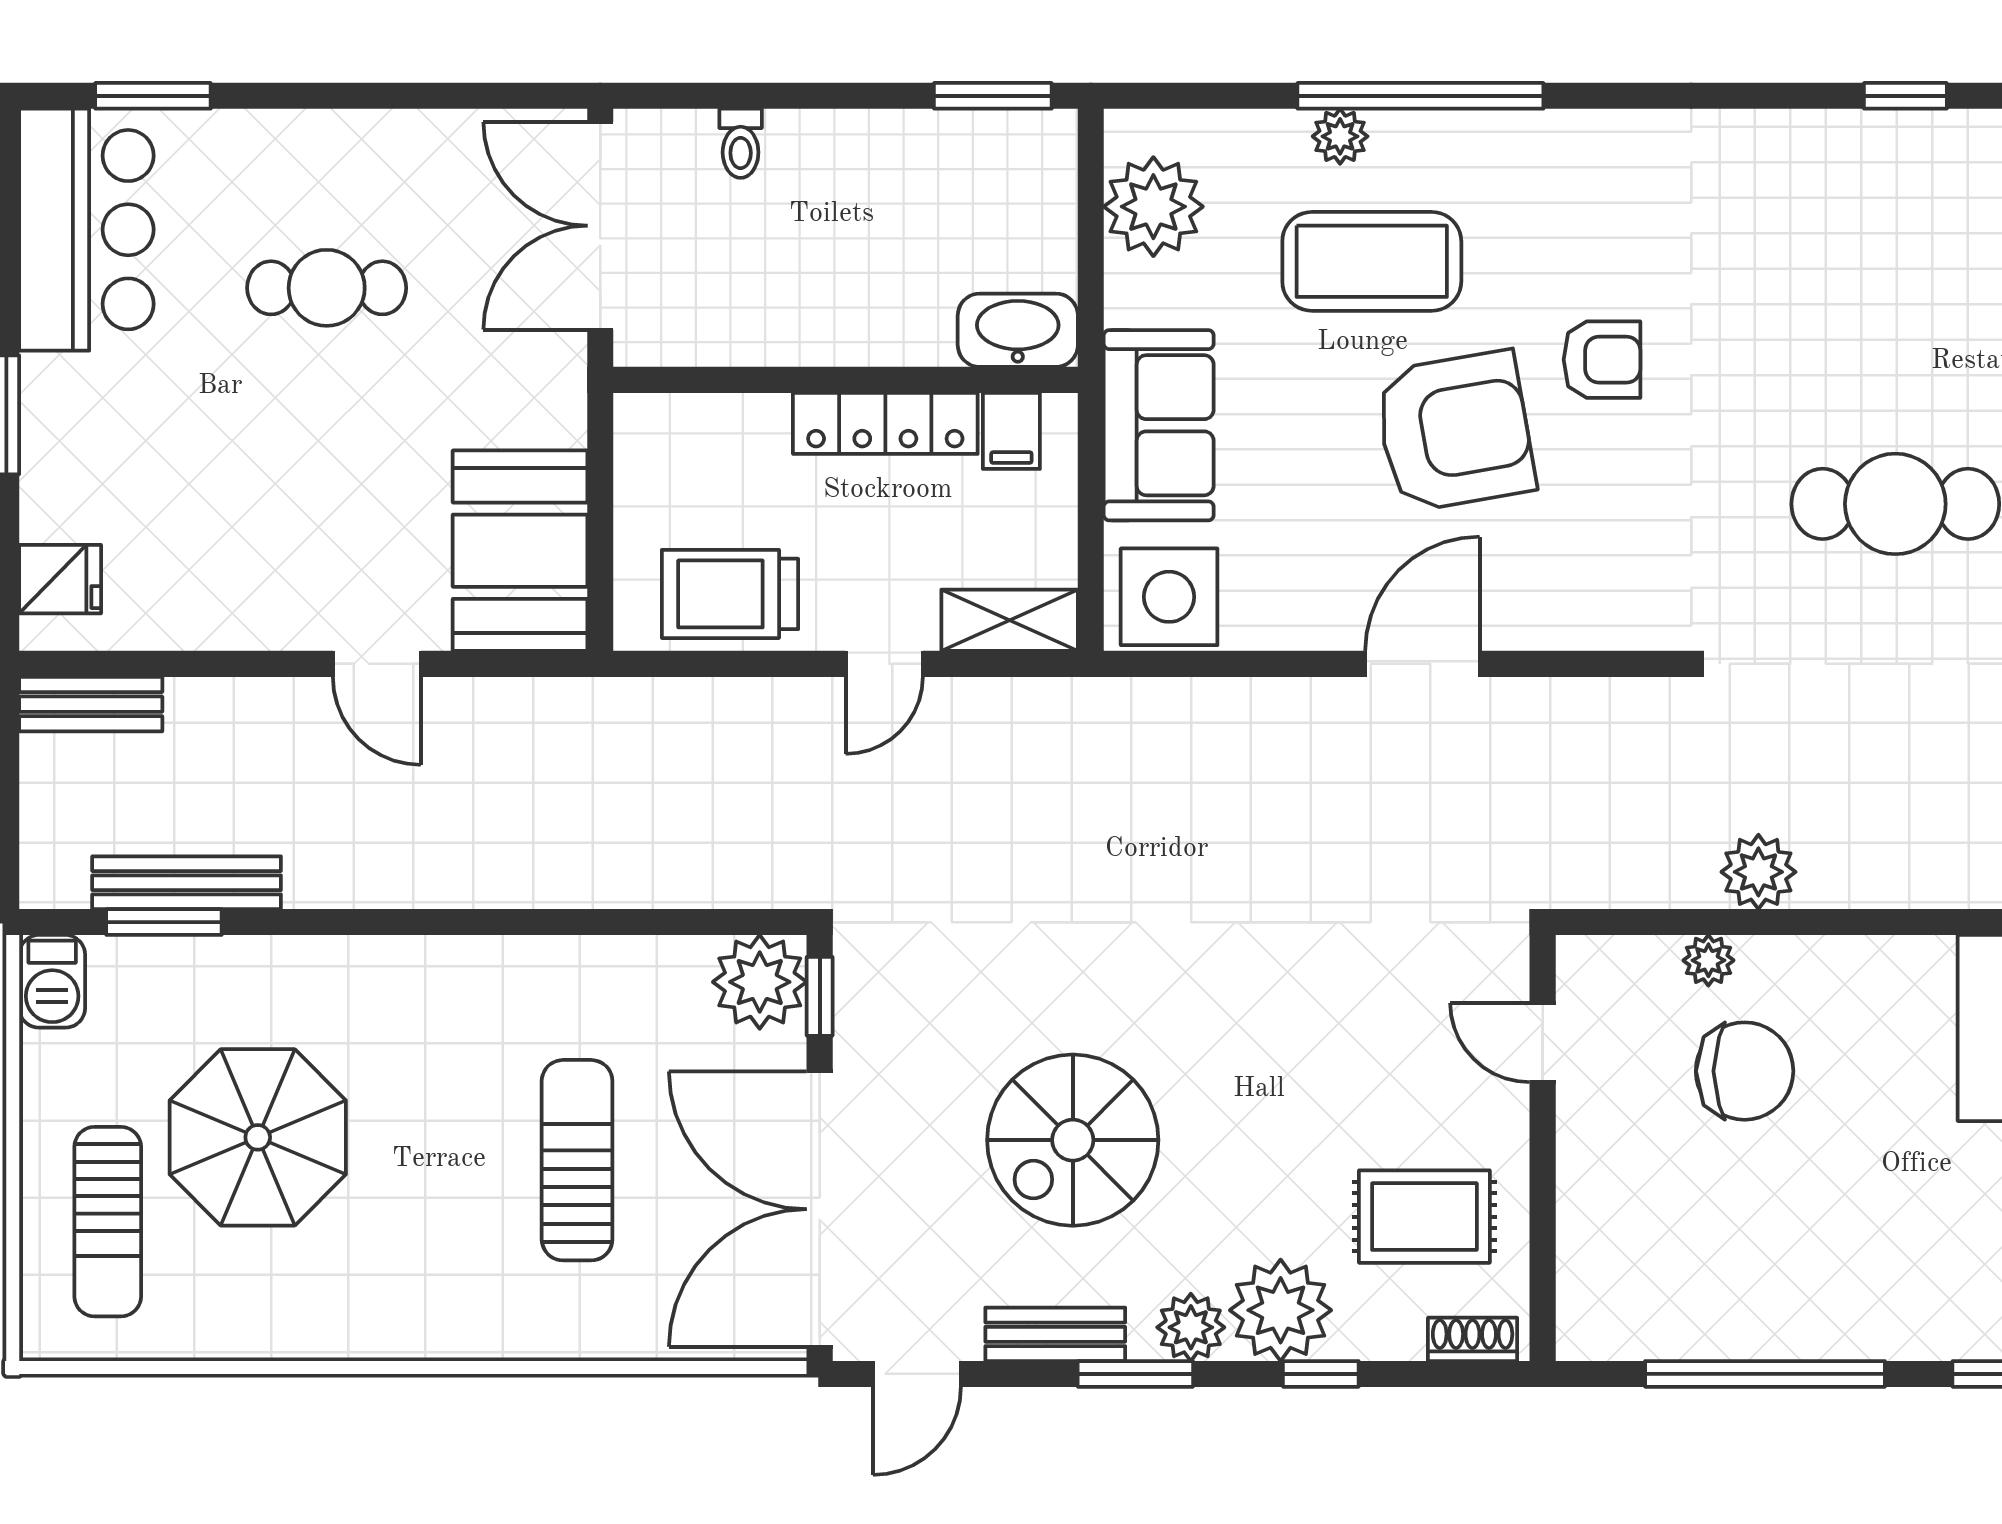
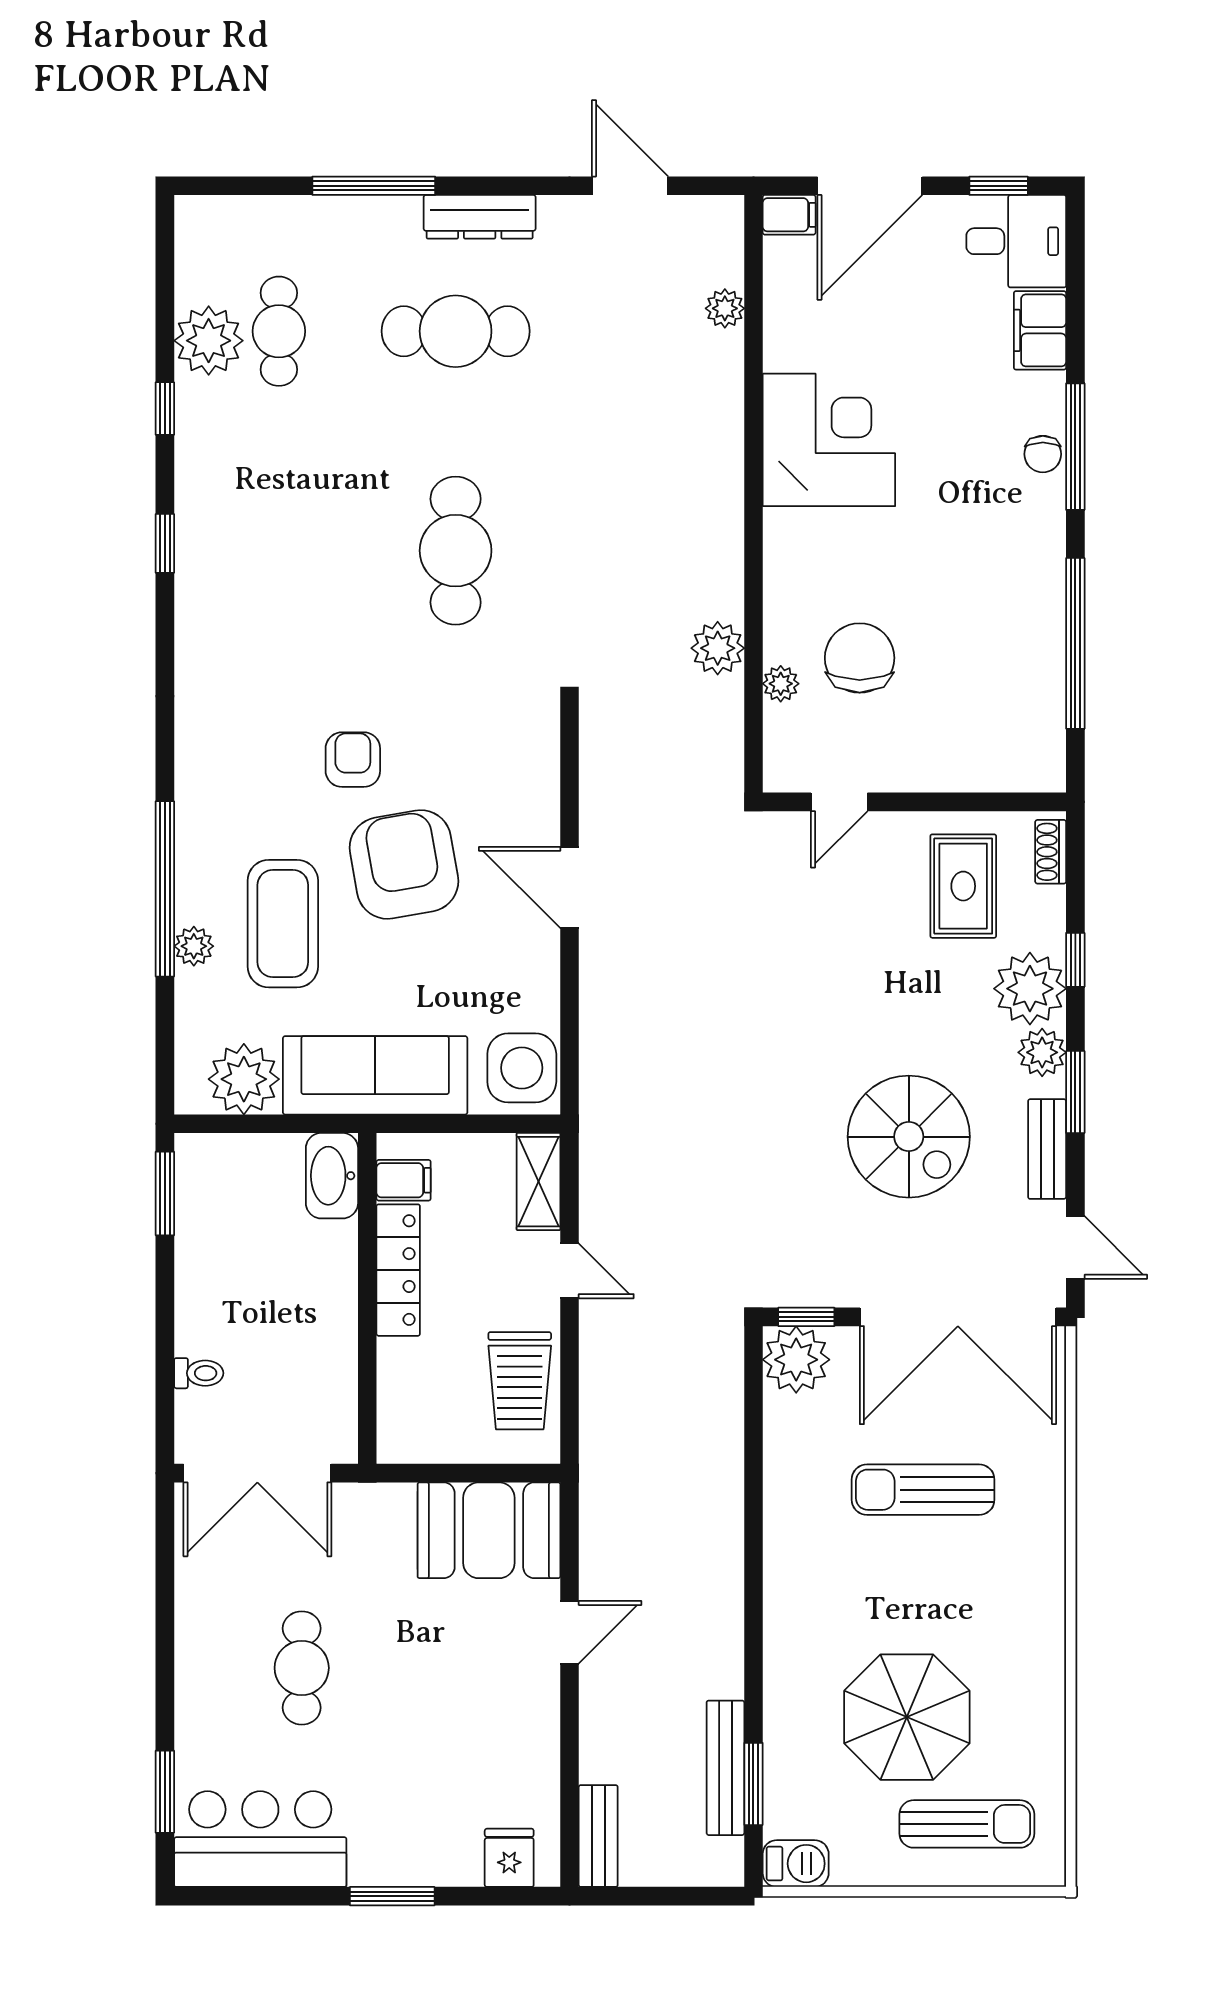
sofa: (1159, 425) -> (375, 1075), width x1.36

